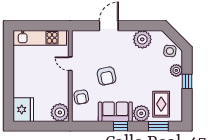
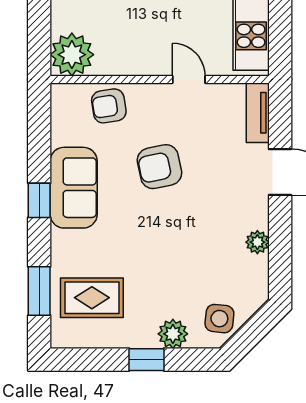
tv unit: (84, 35) -> (258, 113), added
plant: (142, 39) -> (257, 242), width x0.53, depth x0.53
door: (70, 64) -> (189, 80), hinge flipped
plant: (141, 113) -> (70, 250), removed

